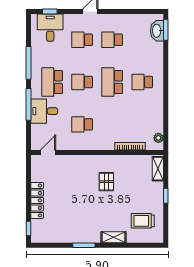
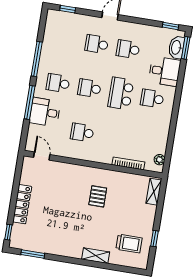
window: (148, 12) -> (171, 26), added
desk: (50, 28) -> (165, 71), moved, turned 90
school desk: (52, 82) -> (58, 83), width x0.54
door: (48, 152) -> (42, 156), hinge flipped
window: (166, 196) -> (155, 239), moved
trolley: (143, 221) -> (129, 244), turned 180
window: (84, 245) -> (33, 254), moved

